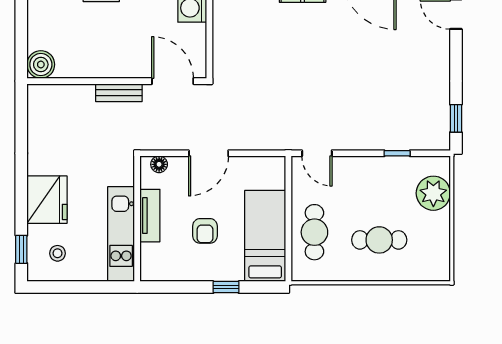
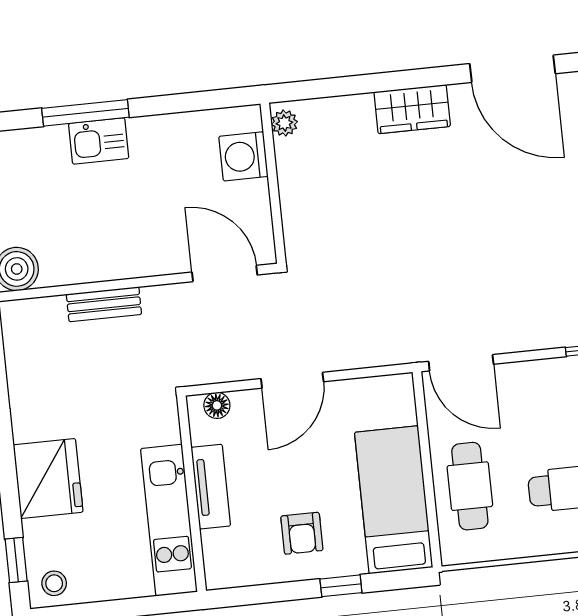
bench: (119, 93) -> (104, 304), moved
door: (317, 153) -> (461, 363), width x1.38
armchair: (205, 231) -> (302, 533), moved
stool: (57, 253) -> (54, 583), moved

